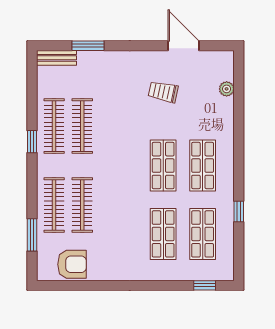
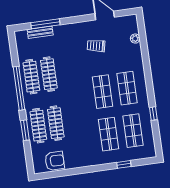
window: (88, 46) -> (45, 24), width x1.44
bench: (56, 58) -> (40, 32), moved
window: (32, 142) -> (19, 88), width x3.17
window: (32, 235) -> (25, 130), moved
window: (205, 285) -> (124, 164), moved

